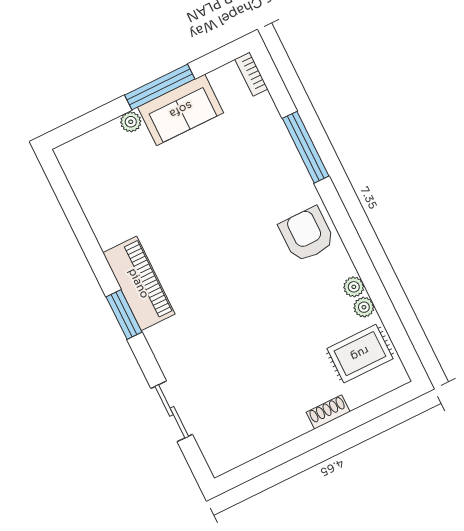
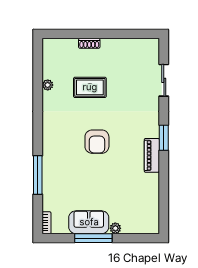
armchair: (307, 234) -> (97, 142), moved
piano: (139, 283) -> (152, 155), width x0.73, depth x0.75
plant: (354, 287) -> (48, 97), removed
rug: (360, 354) -> (90, 87), moved

